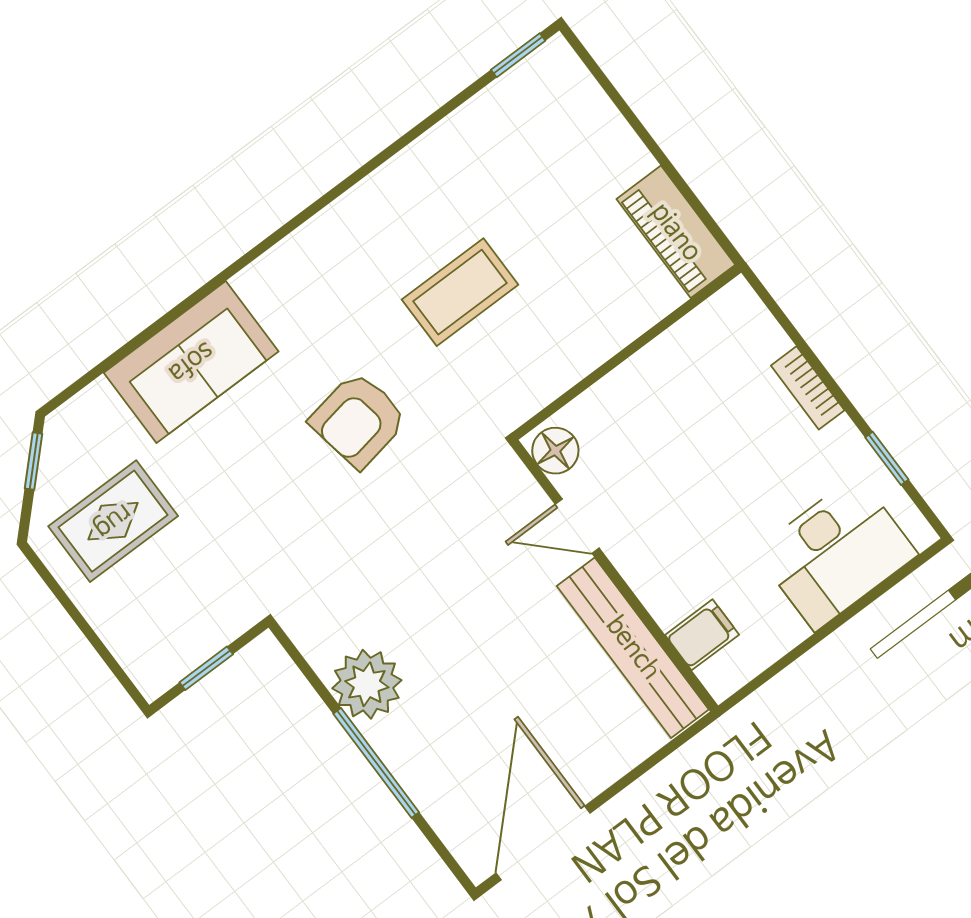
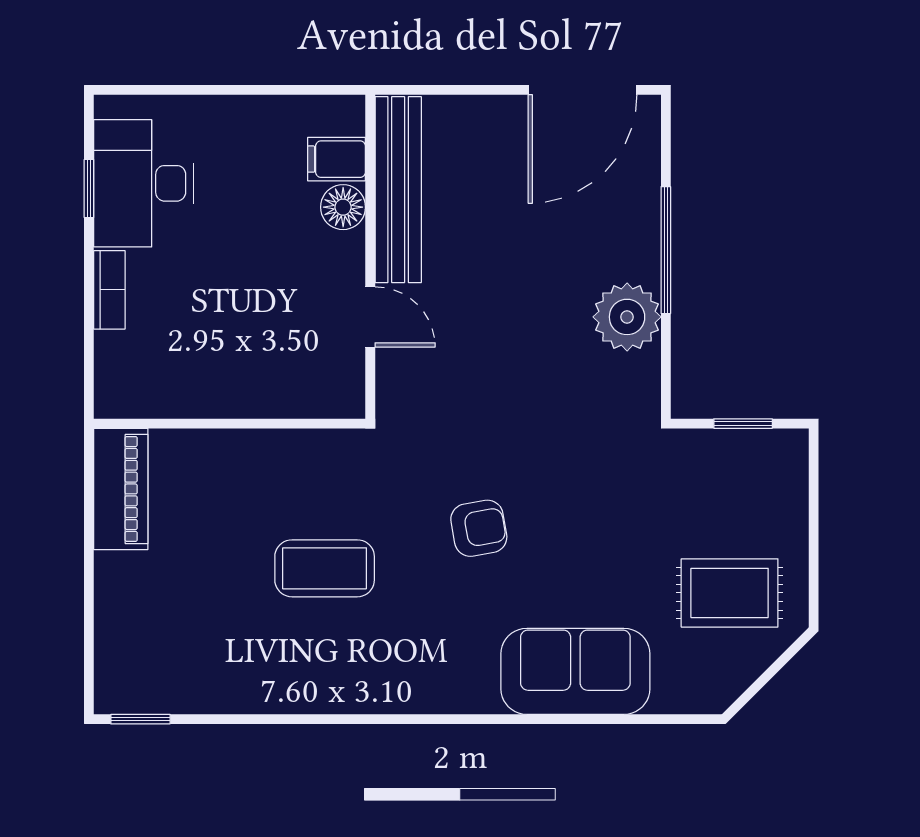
armchair: (358, 420) -> (479, 528), width x0.72, depth x0.72
floor lamp: (555, 451) -> (343, 207), moved
window: (34, 461) -> (756, 686), removed
desk: (836, 553) -> (144, 183), moved, turned -90

